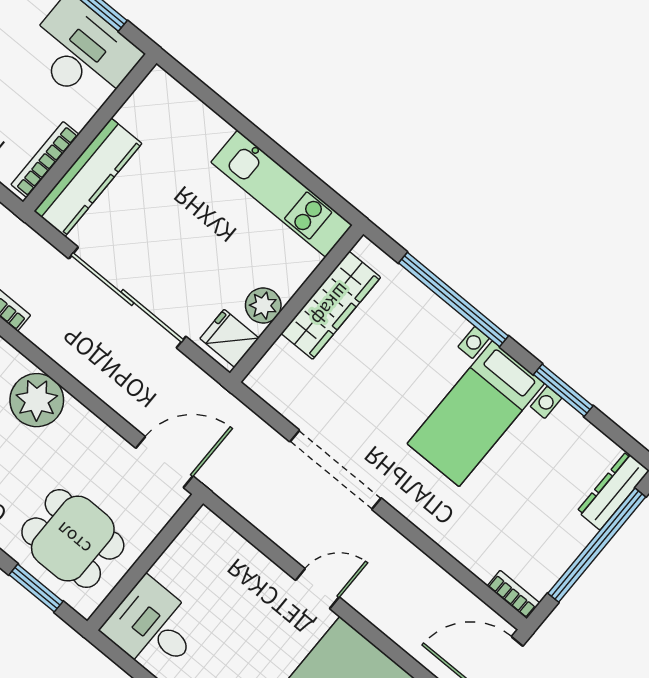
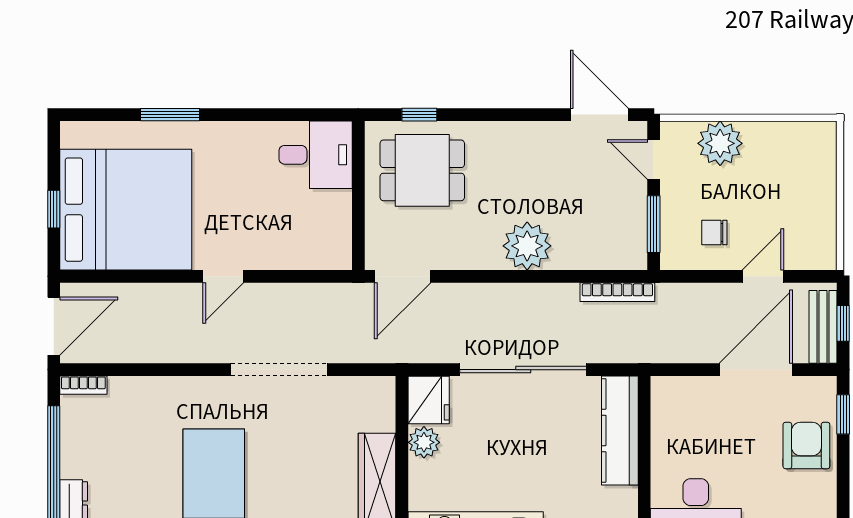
bookcase: (45, 159) -> (660, 418), removed
fridge: (229, 338) -> (429, 400), width x1.38
window: (36, 588) -> (419, 115), width x0.67

